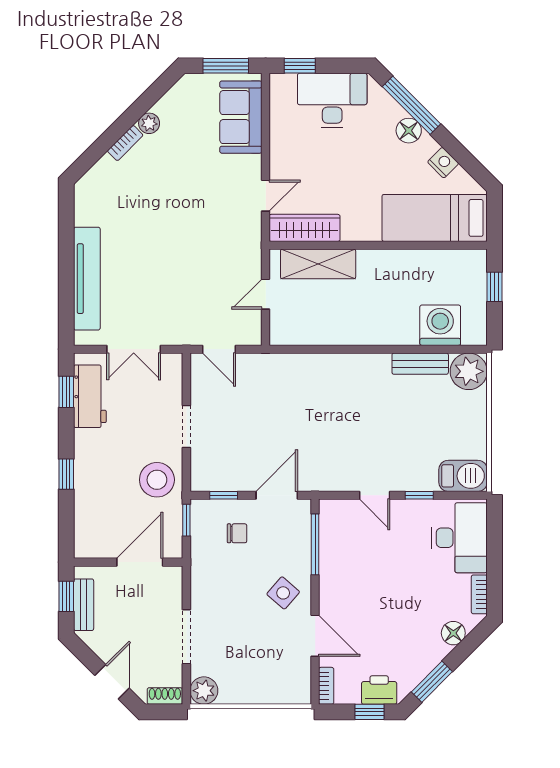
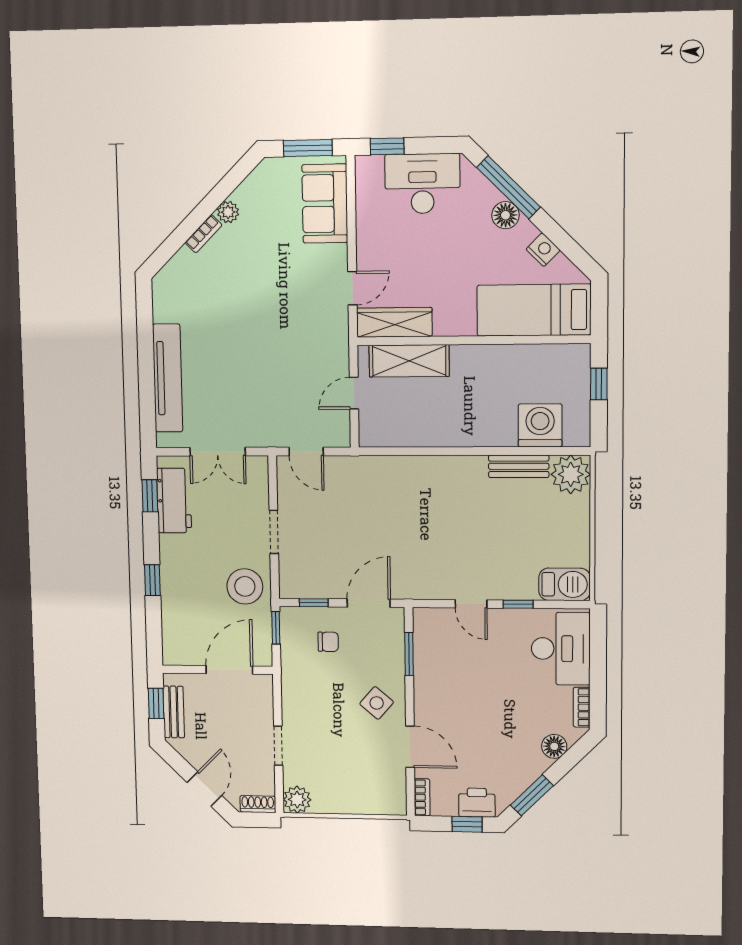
window: (315, 544) -> (409, 654), width x0.69
doorway: (186, 637) -> (278, 746), width x0.73

